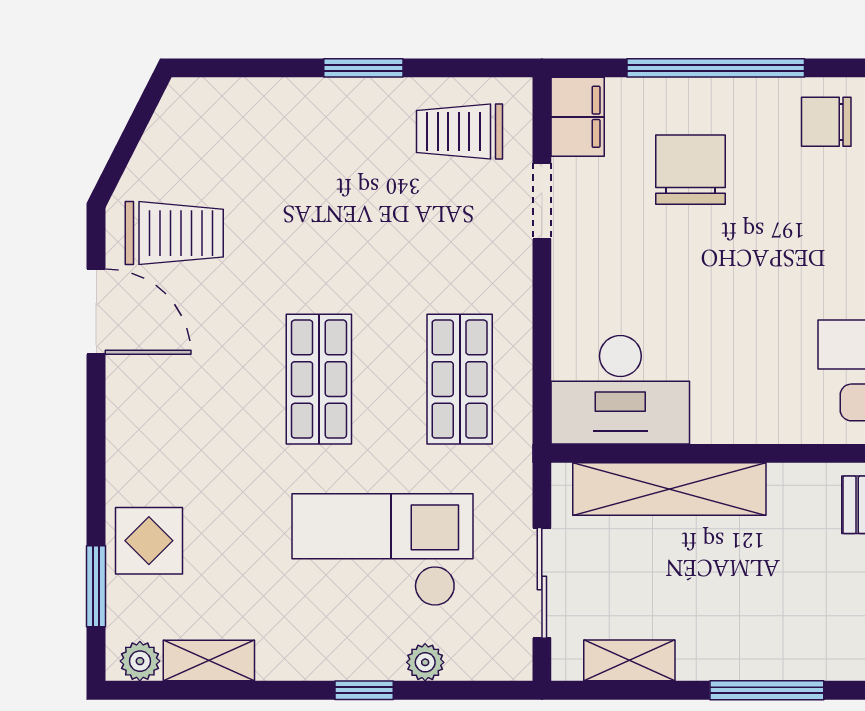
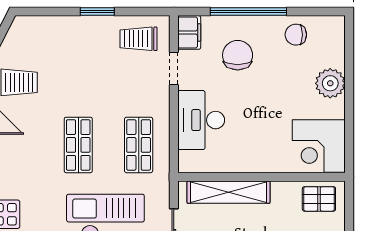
desk: (620, 390) -> (201, 120), moved, turned 90

